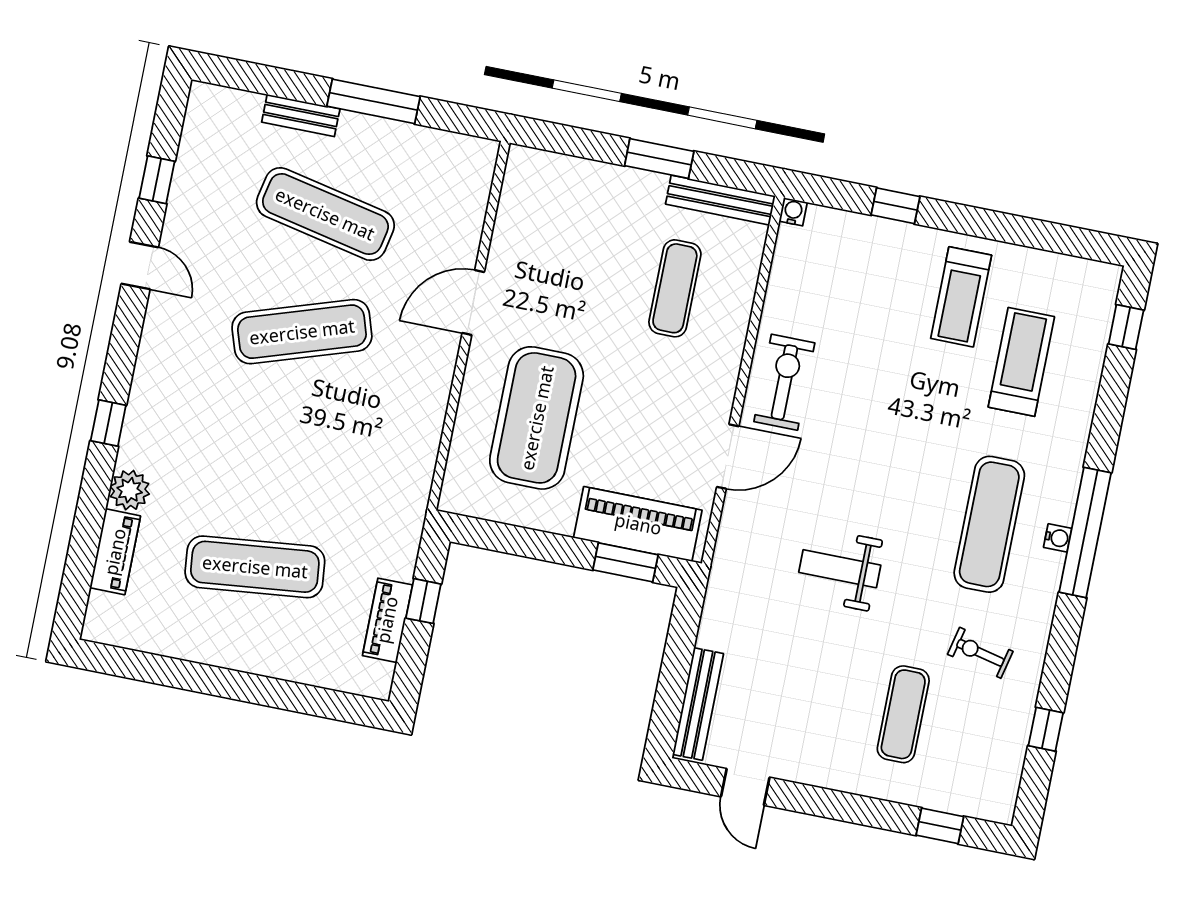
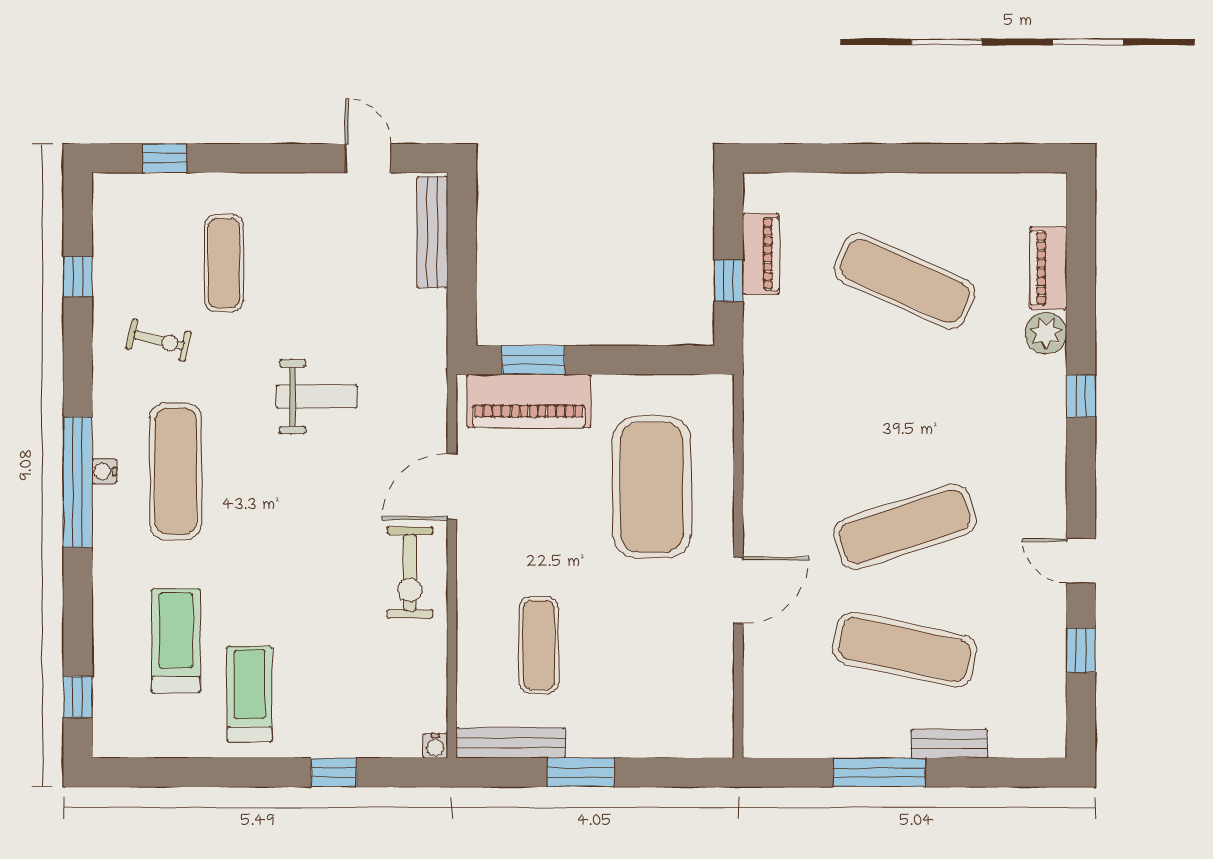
treadmill: (1021, 362) -> (176, 641), turned 180
exercise mat: (255, 567) -> (905, 281), turned 30

